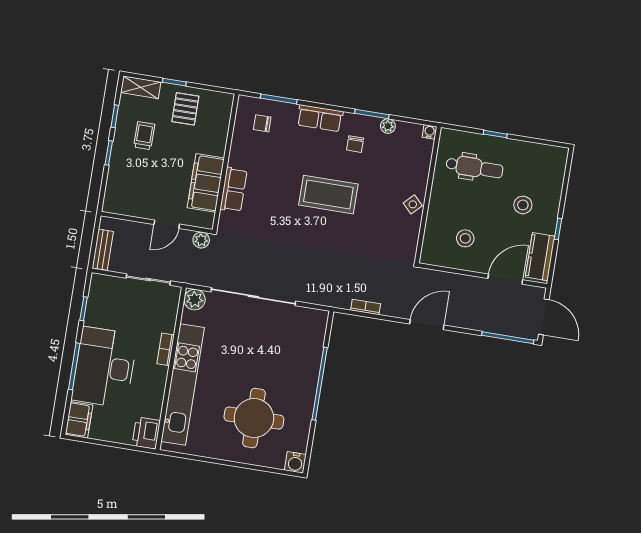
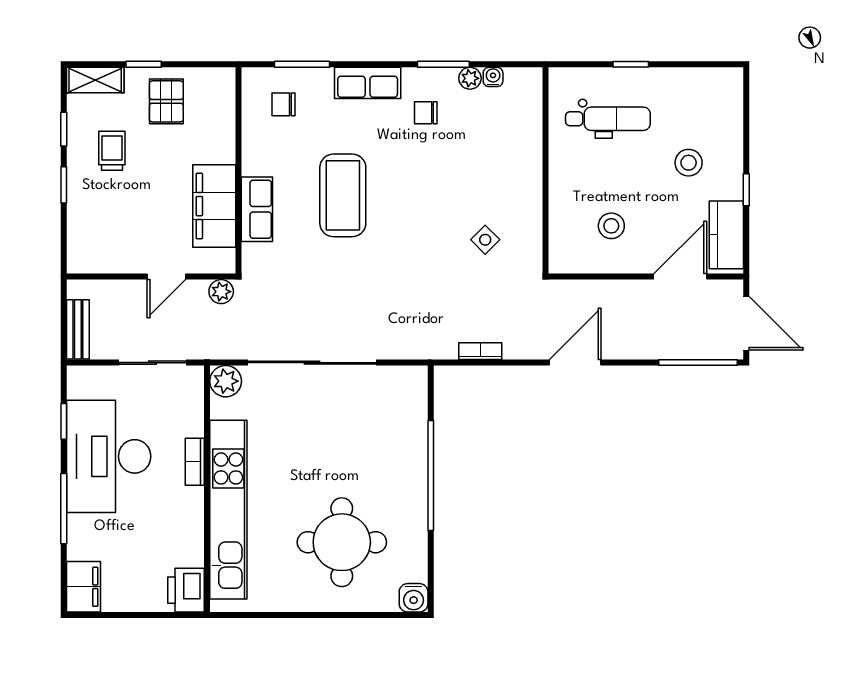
water cooler: (429, 132) -> (493, 77), moved
chair: (355, 144) -> (426, 113), turned 90
coffee table: (328, 195) -> (343, 195), moved, turned 90
side table: (413, 204) -> (485, 240), moved
desk: (104, 367) -> (109, 456), moved

